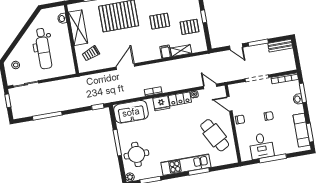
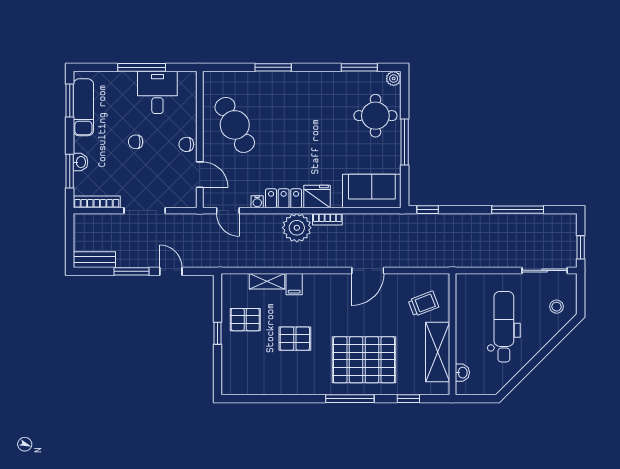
plant: (170, 84) -> (297, 228), added
kitchen unit: (186, 165) -> (293, 83), removed

